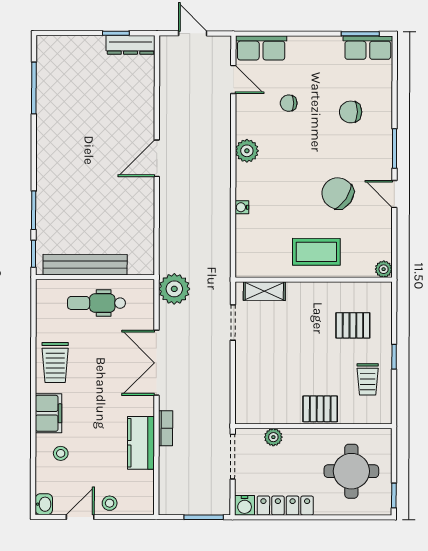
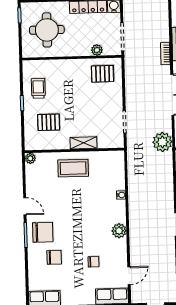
door: (233, 79) -> (129, 276), swing flipped
chair: (338, 193) -> (43, 232), moved, turned -34
shelving: (264, 291) -> (84, 143), moved
pallet: (320, 409) -> (103, 74), moved

